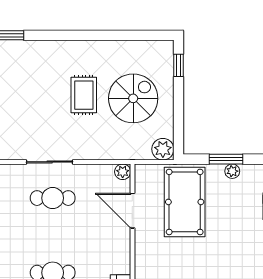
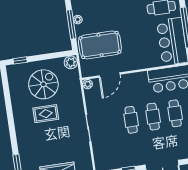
spiral stairs: (133, 98) -> (43, 84), turned 90
window: (226, 159) -> (71, 24), width x1.44
cafe table: (53, 198) -> (131, 120), moved

